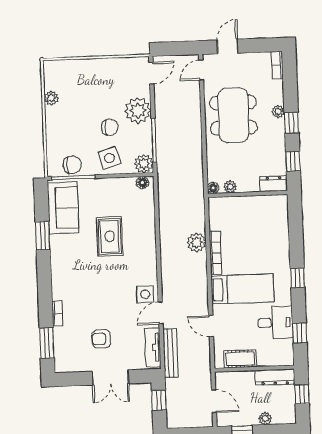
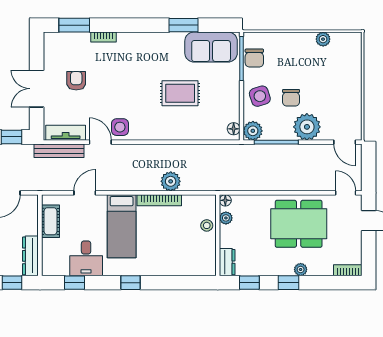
stool: (238, 205) -> (207, 225), added

